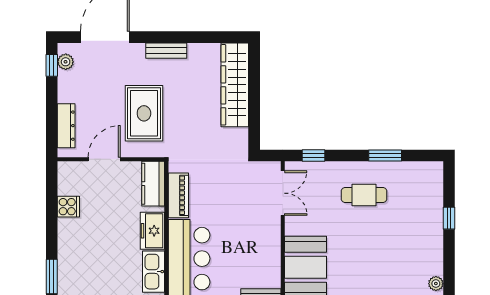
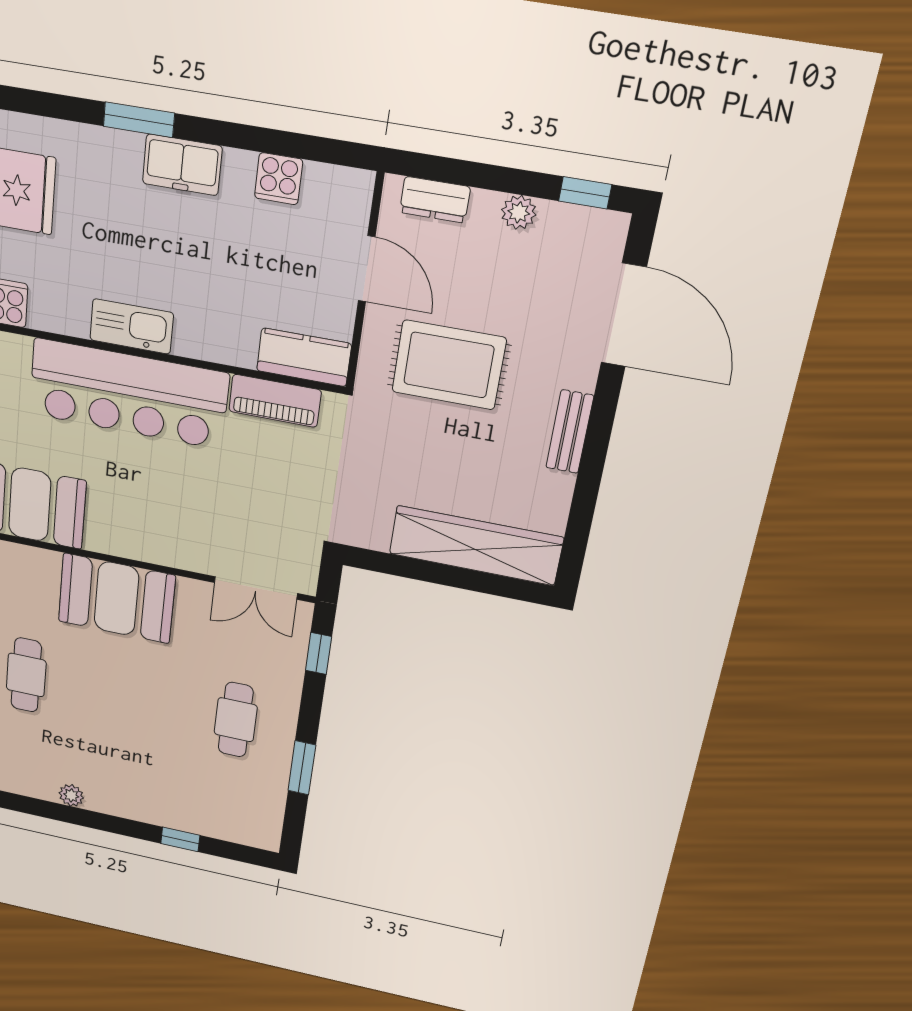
plant: (66, 62) -> (519, 212), moved
dresser: (66, 126) -> (435, 200), width x0.70
freezer: (152, 231) -> (182, 165), moved, turned 180

